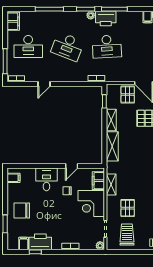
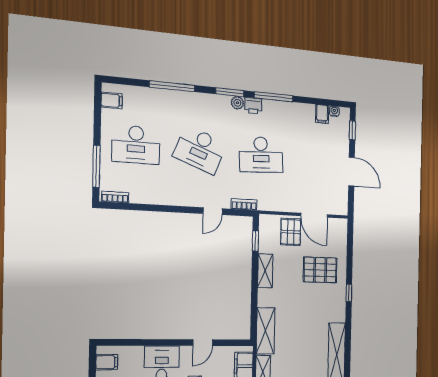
printer: (106, 18) -> (253, 106), width x0.53, depth x0.68
filing cabinet: (13, 21) -> (112, 100), width x0.50
door: (44, 84) -> (213, 211), moved
shelving: (112, 146) -> (266, 331), moved

